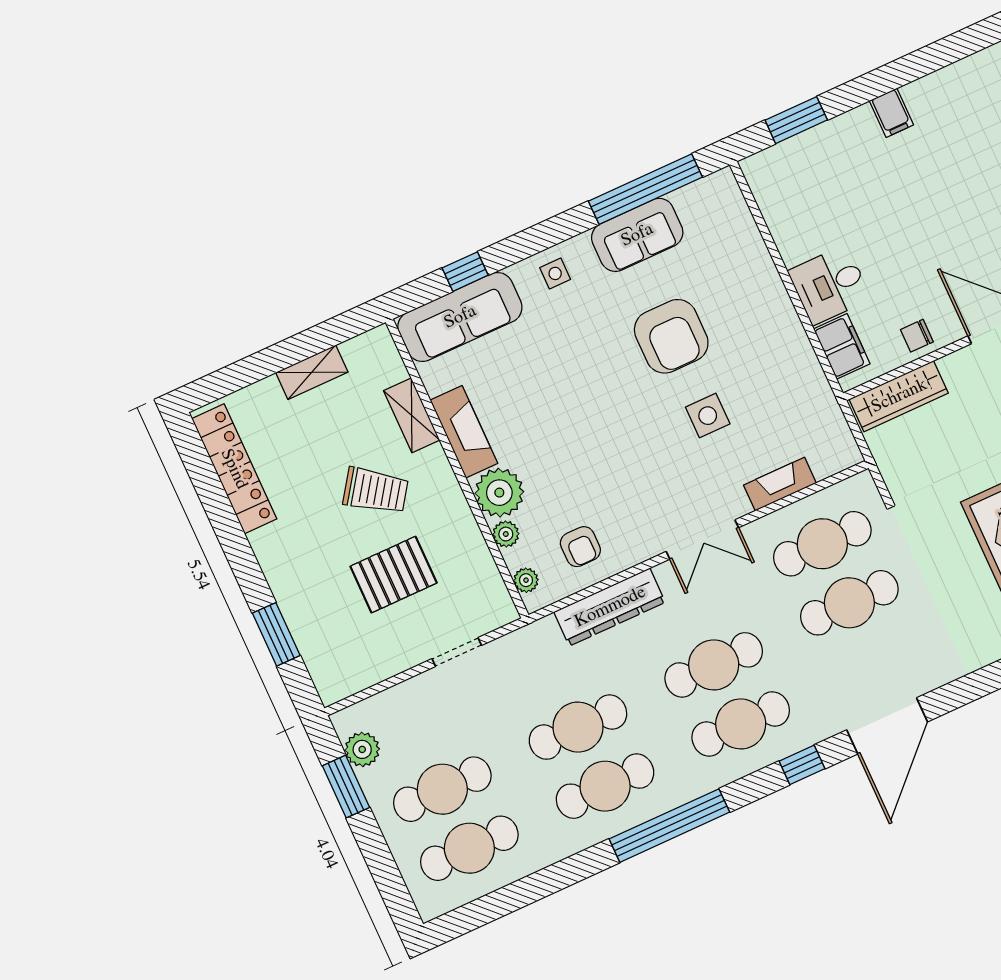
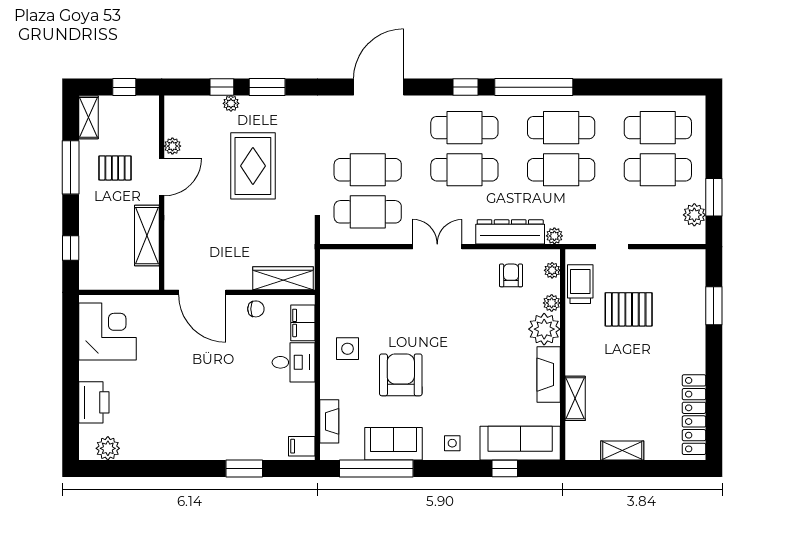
filing cabinet: (891, 113) -> (302, 446), moved, turned -90
window: (796, 120) -> (244, 469), moved
side table: (708, 416) -> (348, 349), moved
fireplace: (780, 484) -> (329, 421), moved, turned -90
trolley: (376, 491) -> (580, 284), moved, turned 55
plant: (545, 630) -> (554, 236), added
window: (802, 765) -> (466, 87), moved

